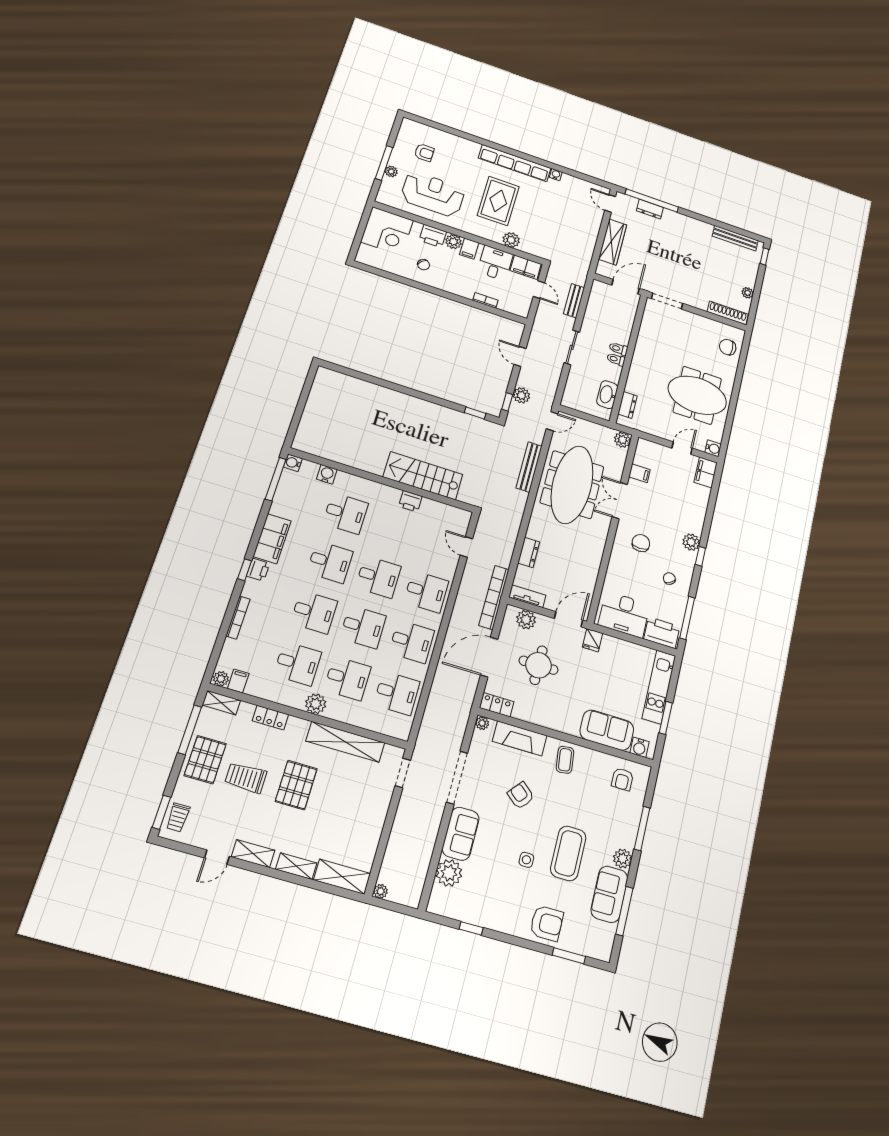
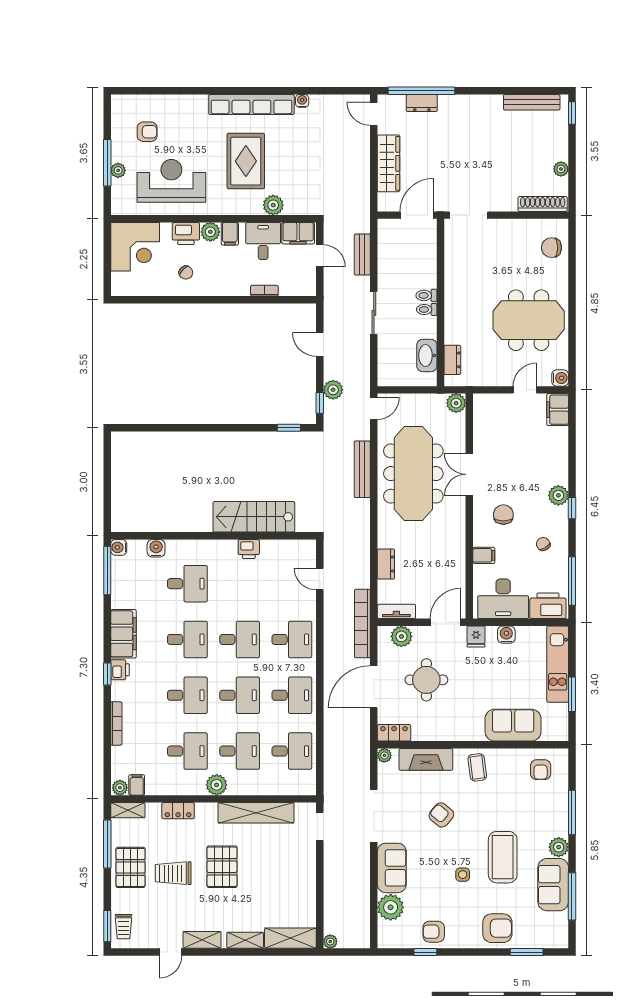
filing cabinet: (639, 473) -> (484, 555), moved
water cooler: (639, 747) -> (506, 635), moved, turned 180
armchair: (484, 910) -> (434, 932), added

